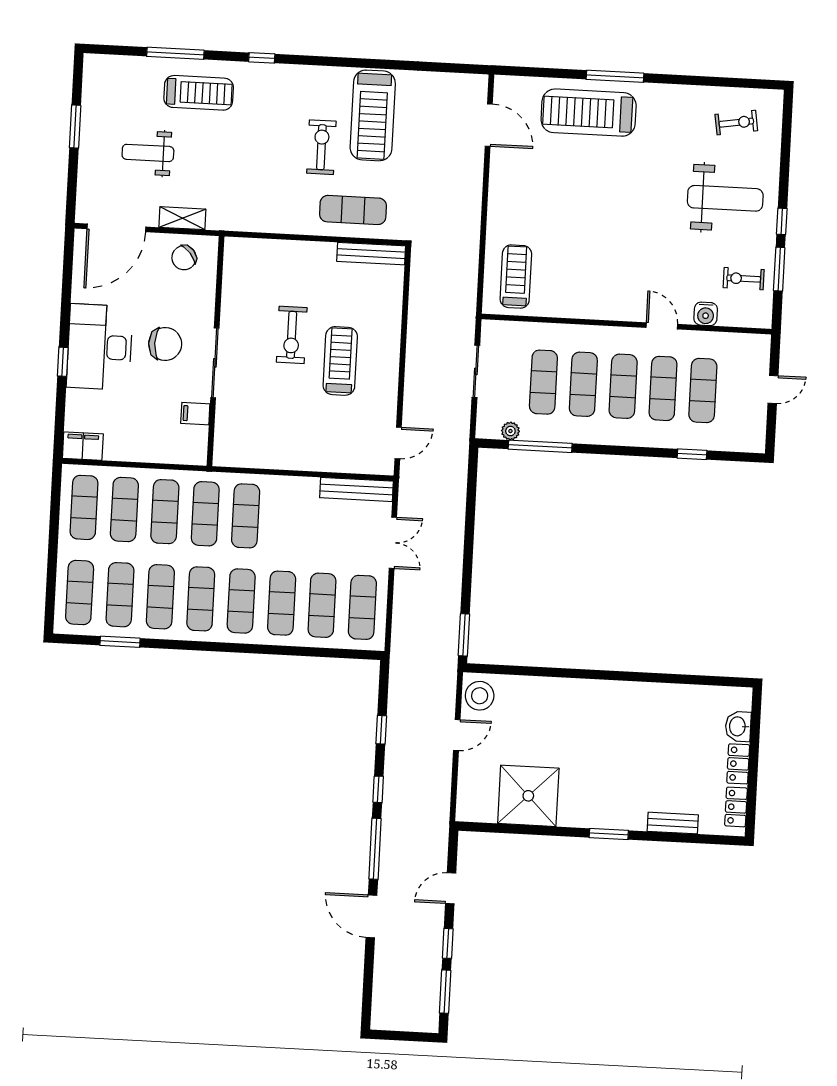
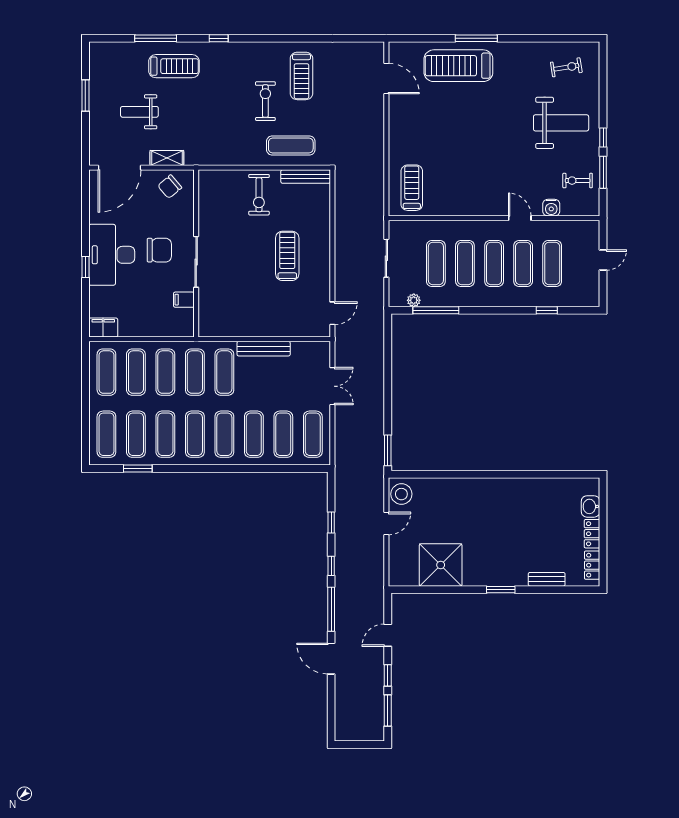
treadmill: (373, 115) -> (302, 76), width x0.73, depth x0.73
exercise bike: (292, 335) -> (259, 195), moved
bench: (356, 489) -> (264, 349), moved

